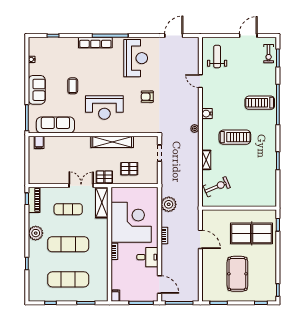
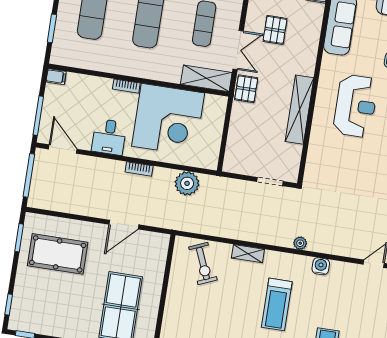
armchair: (147, 97) -> (362, 176), removed
reception desk: (104, 108) -> (356, 106), turned 180
pallet: (129, 169) -> (275, 30), moved
pool table: (237, 274) -> (58, 254), moved
door: (159, 285) -> (63, 149), swing flipped

